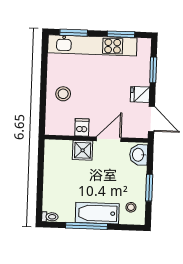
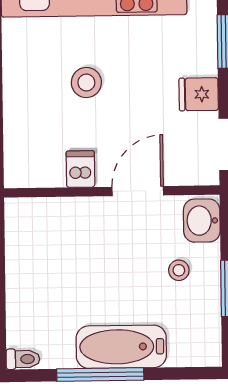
stool: (63, 94) -> (86, 83), moved
shower: (83, 150) -> (84, 217), removed
stool: (131, 207) -> (179, 270), moved

